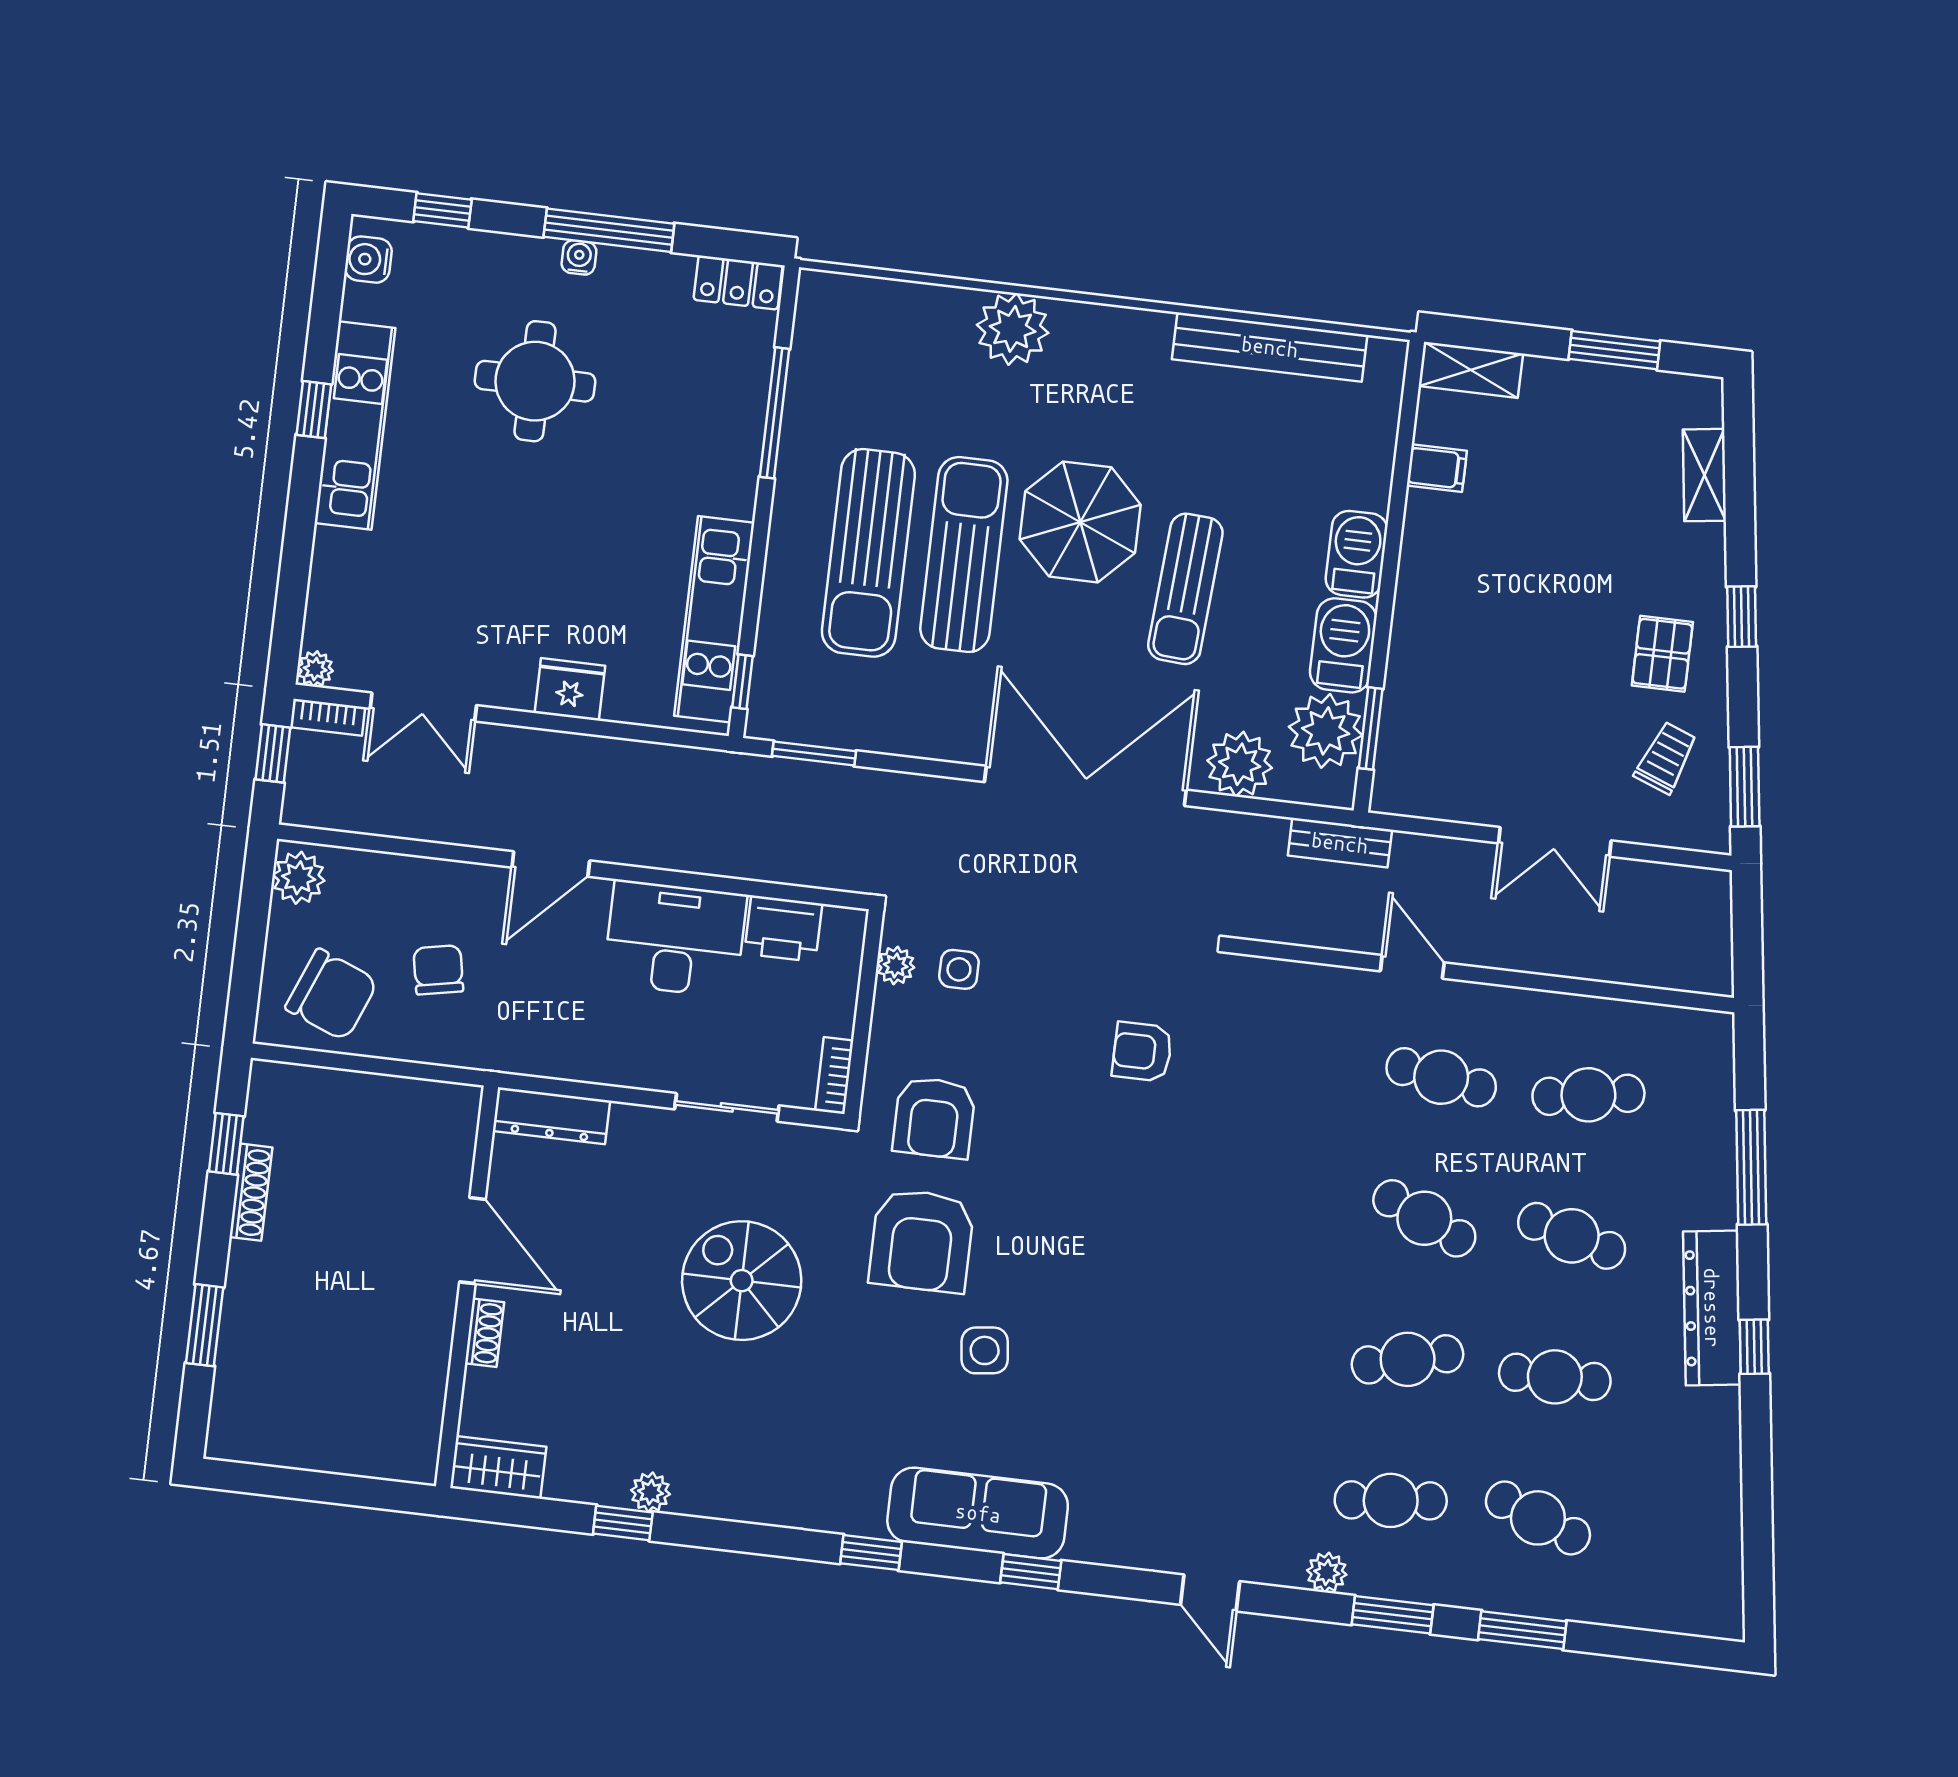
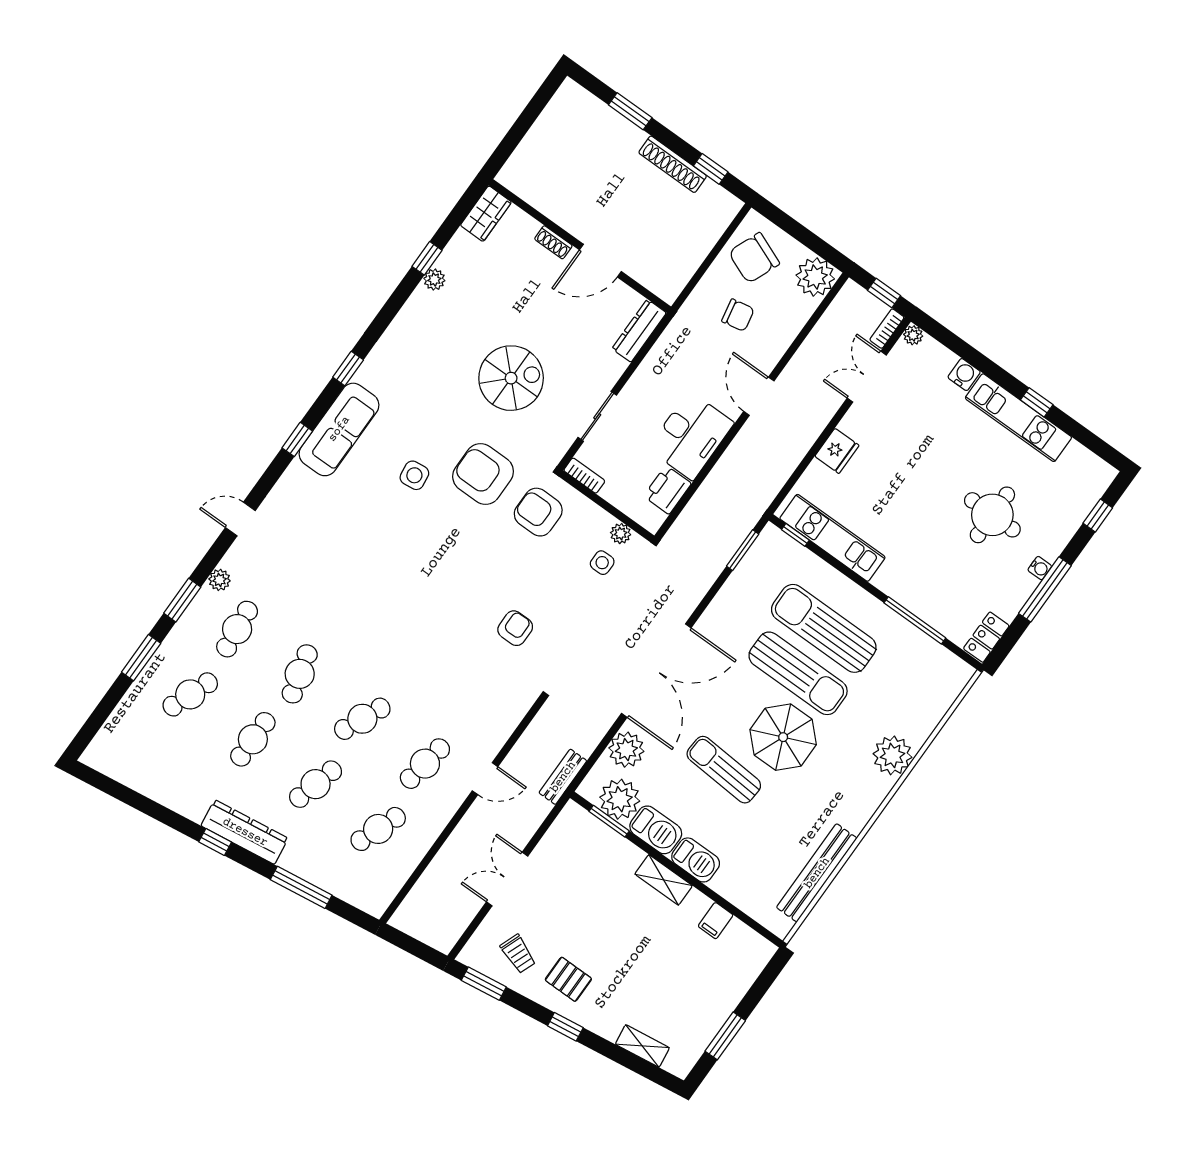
water cooler: (368, 260) -> (964, 375), moved
shelving: (1471, 370) -> (664, 880), moved, turned 90
plant: (299, 878) -> (815, 277), width x1.36, depth x1.36
cafe table: (1588, 1095) -> (378, 829), turned 30
shoe rack: (251, 1192) -> (673, 164), width x1.36, depth x1.24

